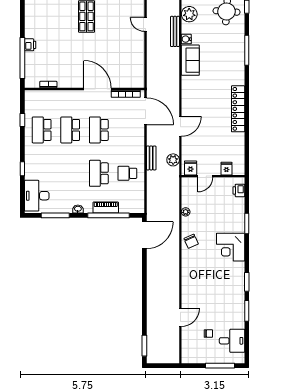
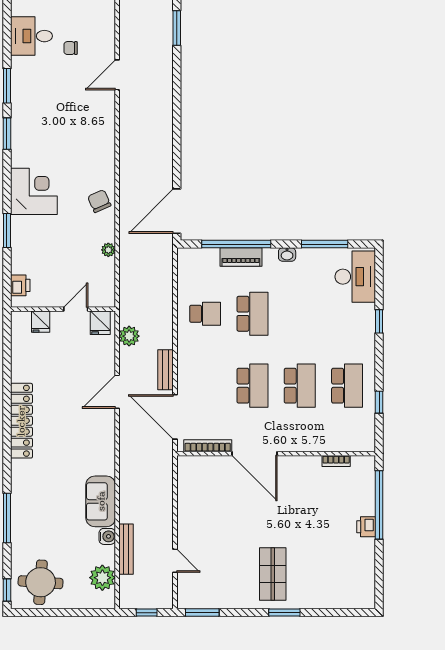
bench: (151, 158) -> (165, 370), moved

